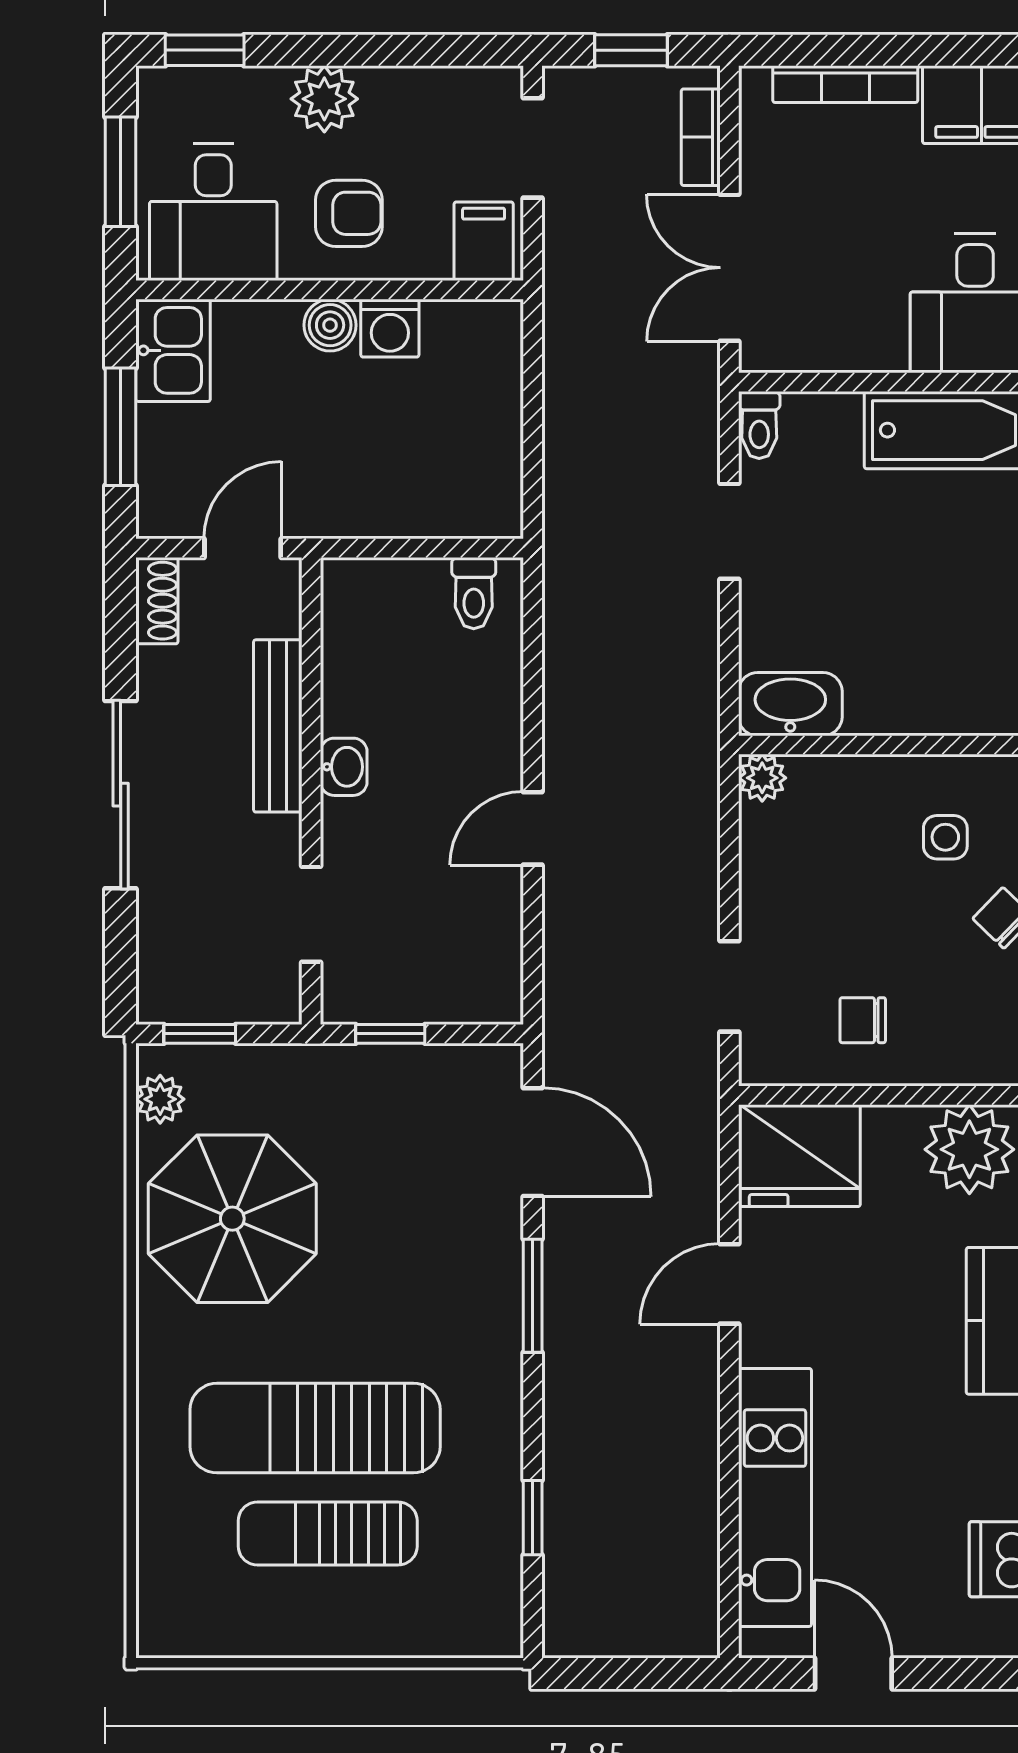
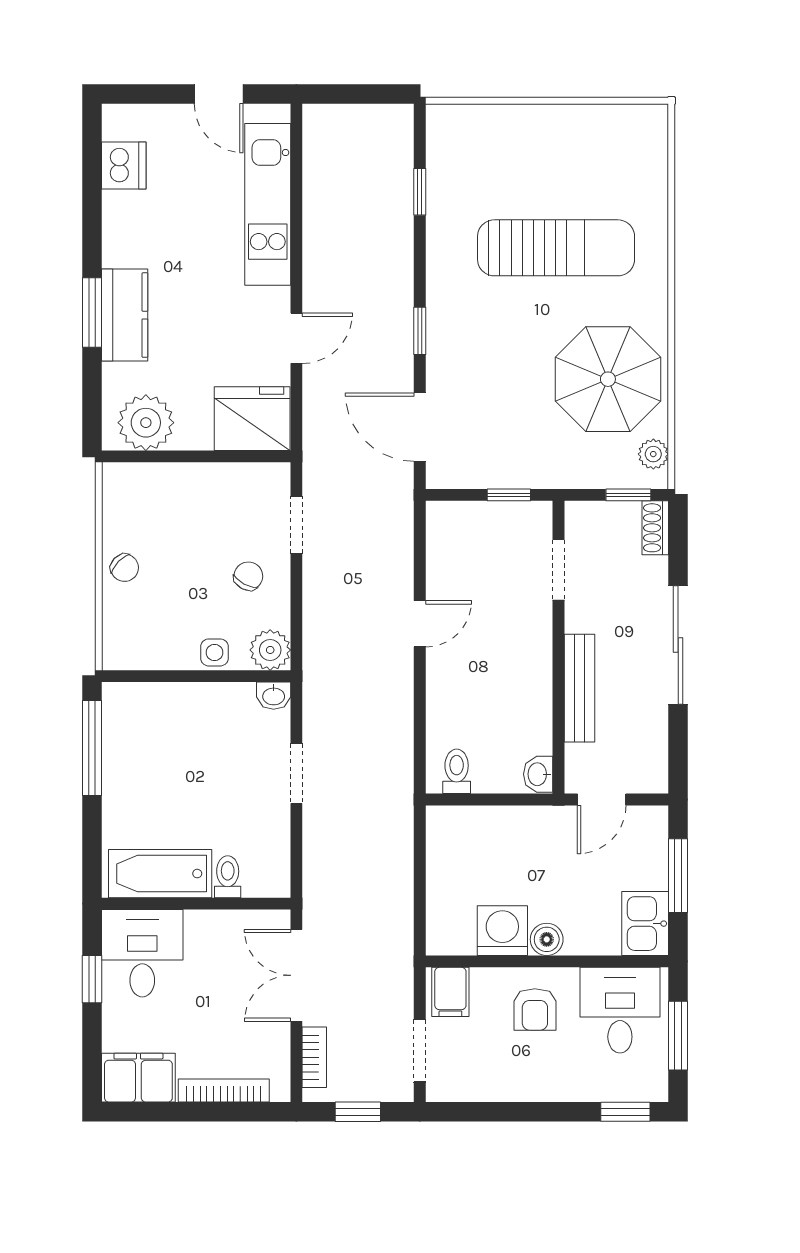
plant: (324, 99) -> (550, 1081), removed
armchair: (349, 213) -> (535, 1009), turned -90
double door: (729, 268) -> (296, 975), swing flipped
washing machine: (390, 328) -> (502, 931), width x1.38, depth x1.38
toilet: (759, 425) -> (228, 877), moved
doorway: (729, 531) -> (296, 773), moved
shoe rack: (157, 601) -> (655, 528), moved
washbasin: (790, 704) -> (274, 696), width x0.52, depth x0.69
washbasin: (344, 767) -> (538, 774), moved
plant: (762, 778) -> (270, 650), width x1.38, depth x1.38
side table: (945, 837) -> (214, 652), moved
chair: (863, 1020) -> (248, 576), moved, turned -62
window: (533, 1296) -> (420, 331), width x0.67
sun lounger: (328, 1534) -> (548, 182), removed

